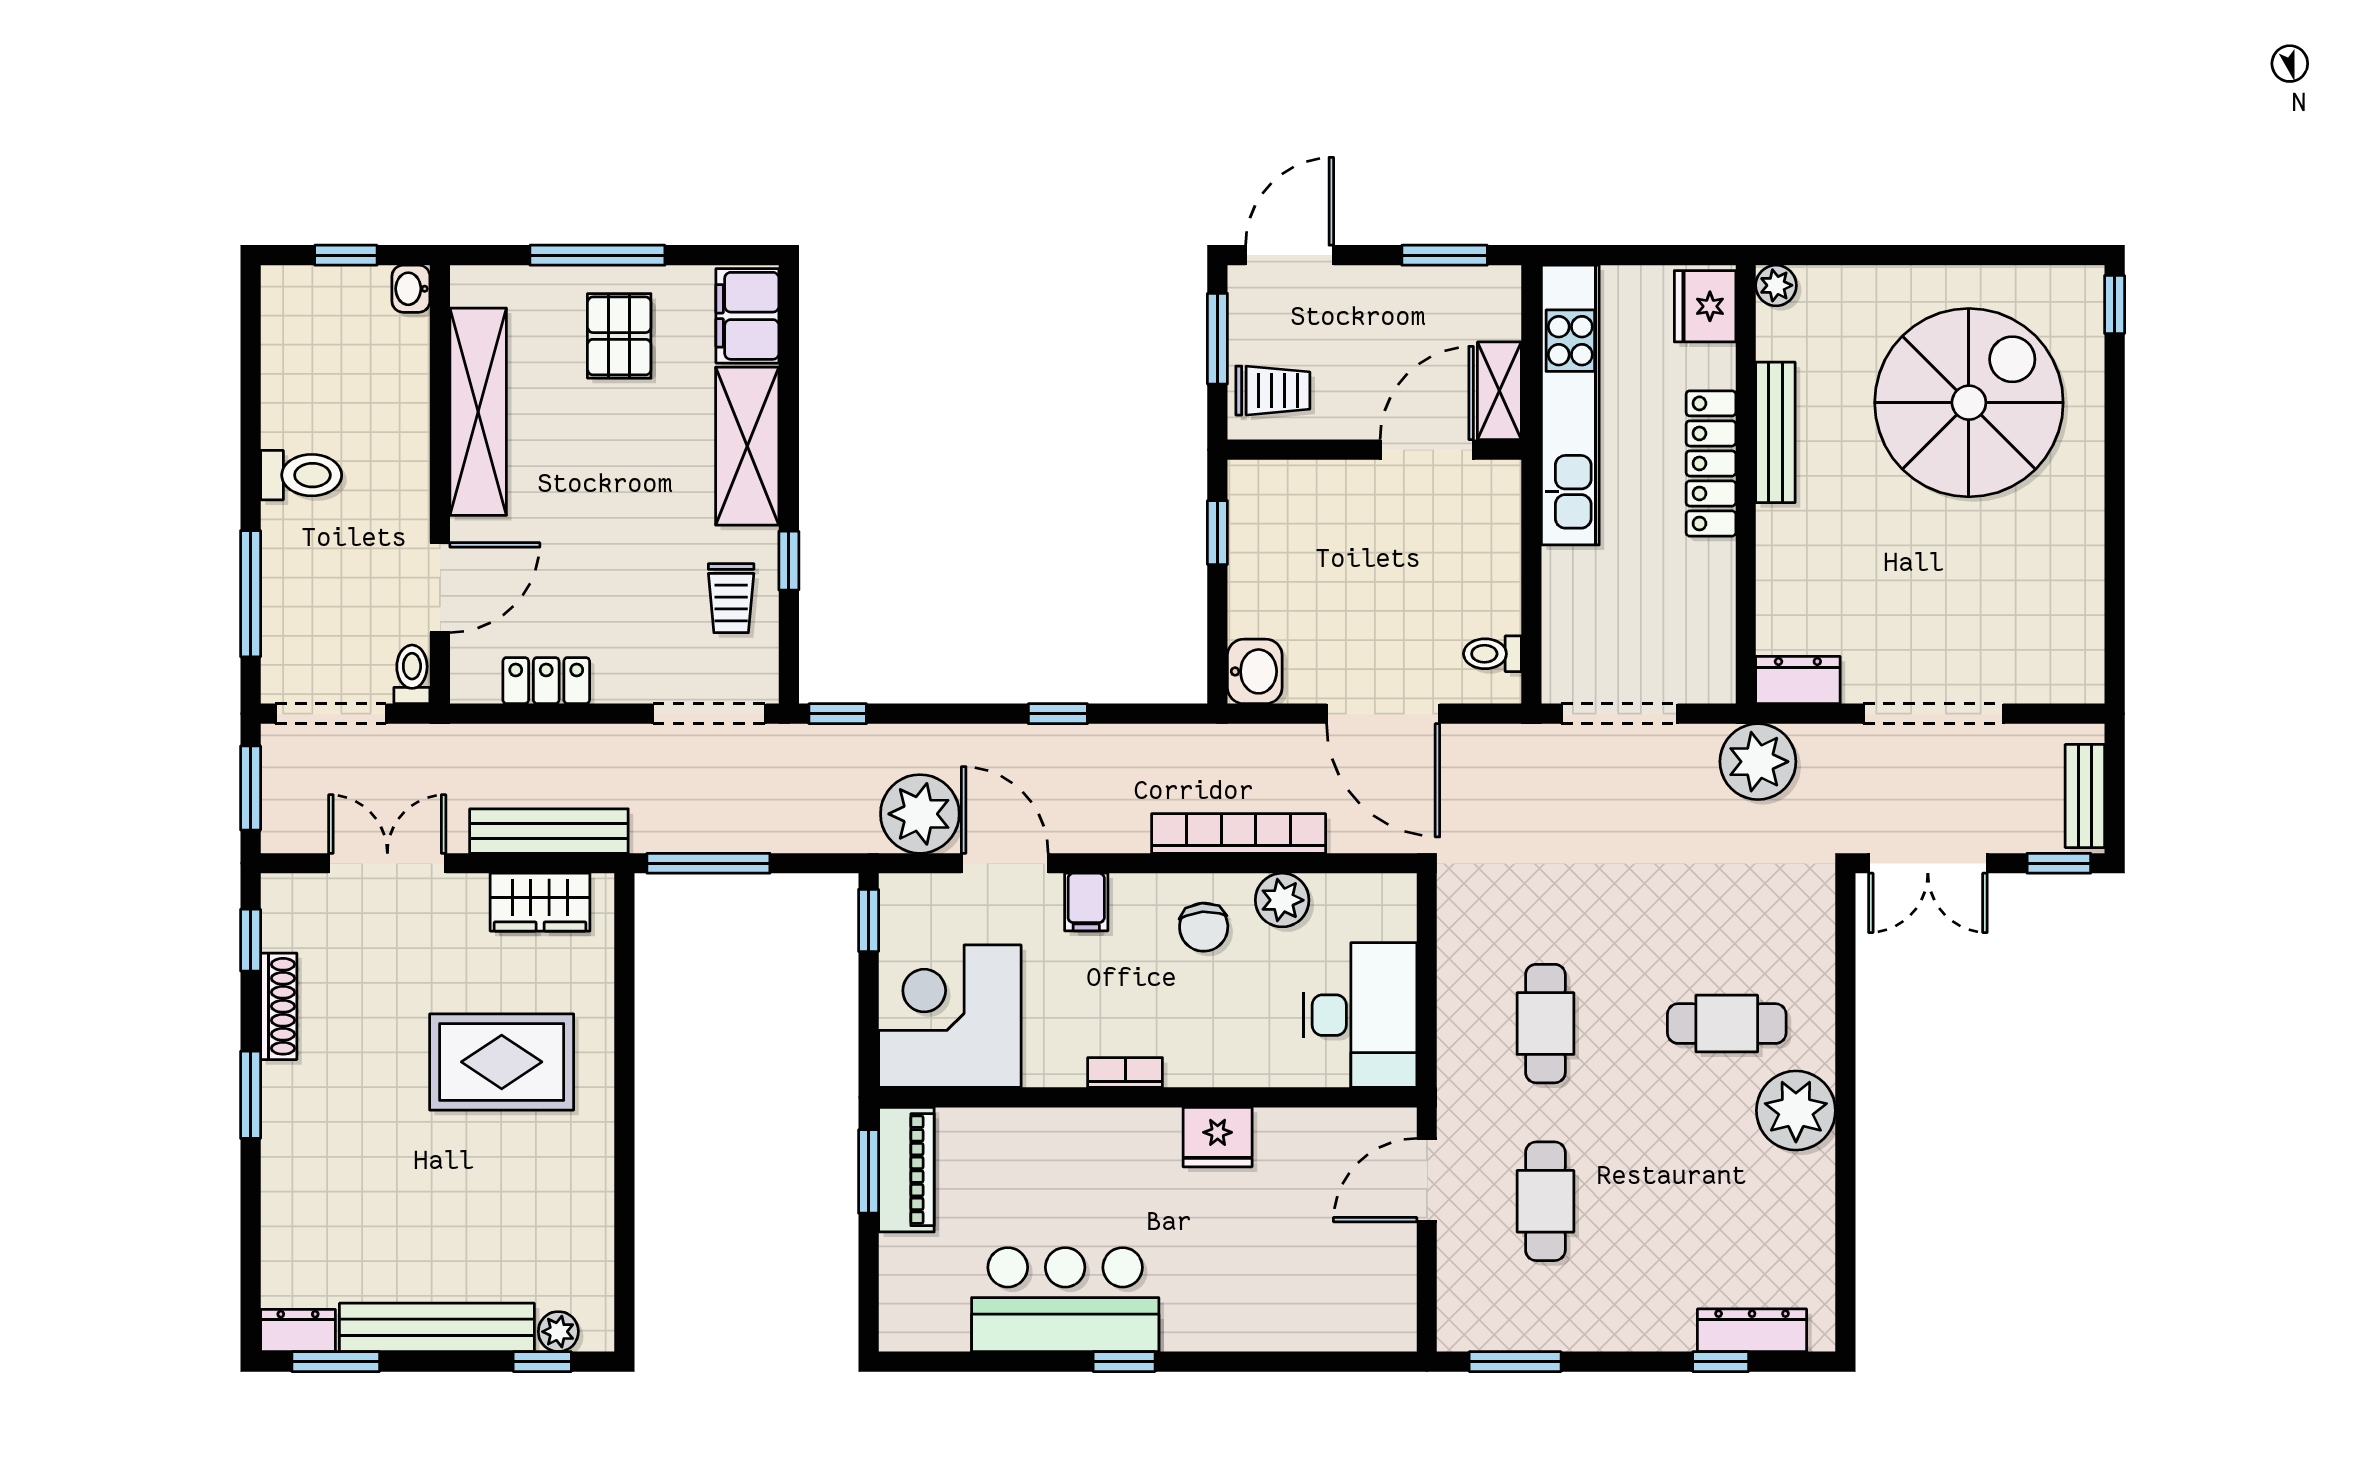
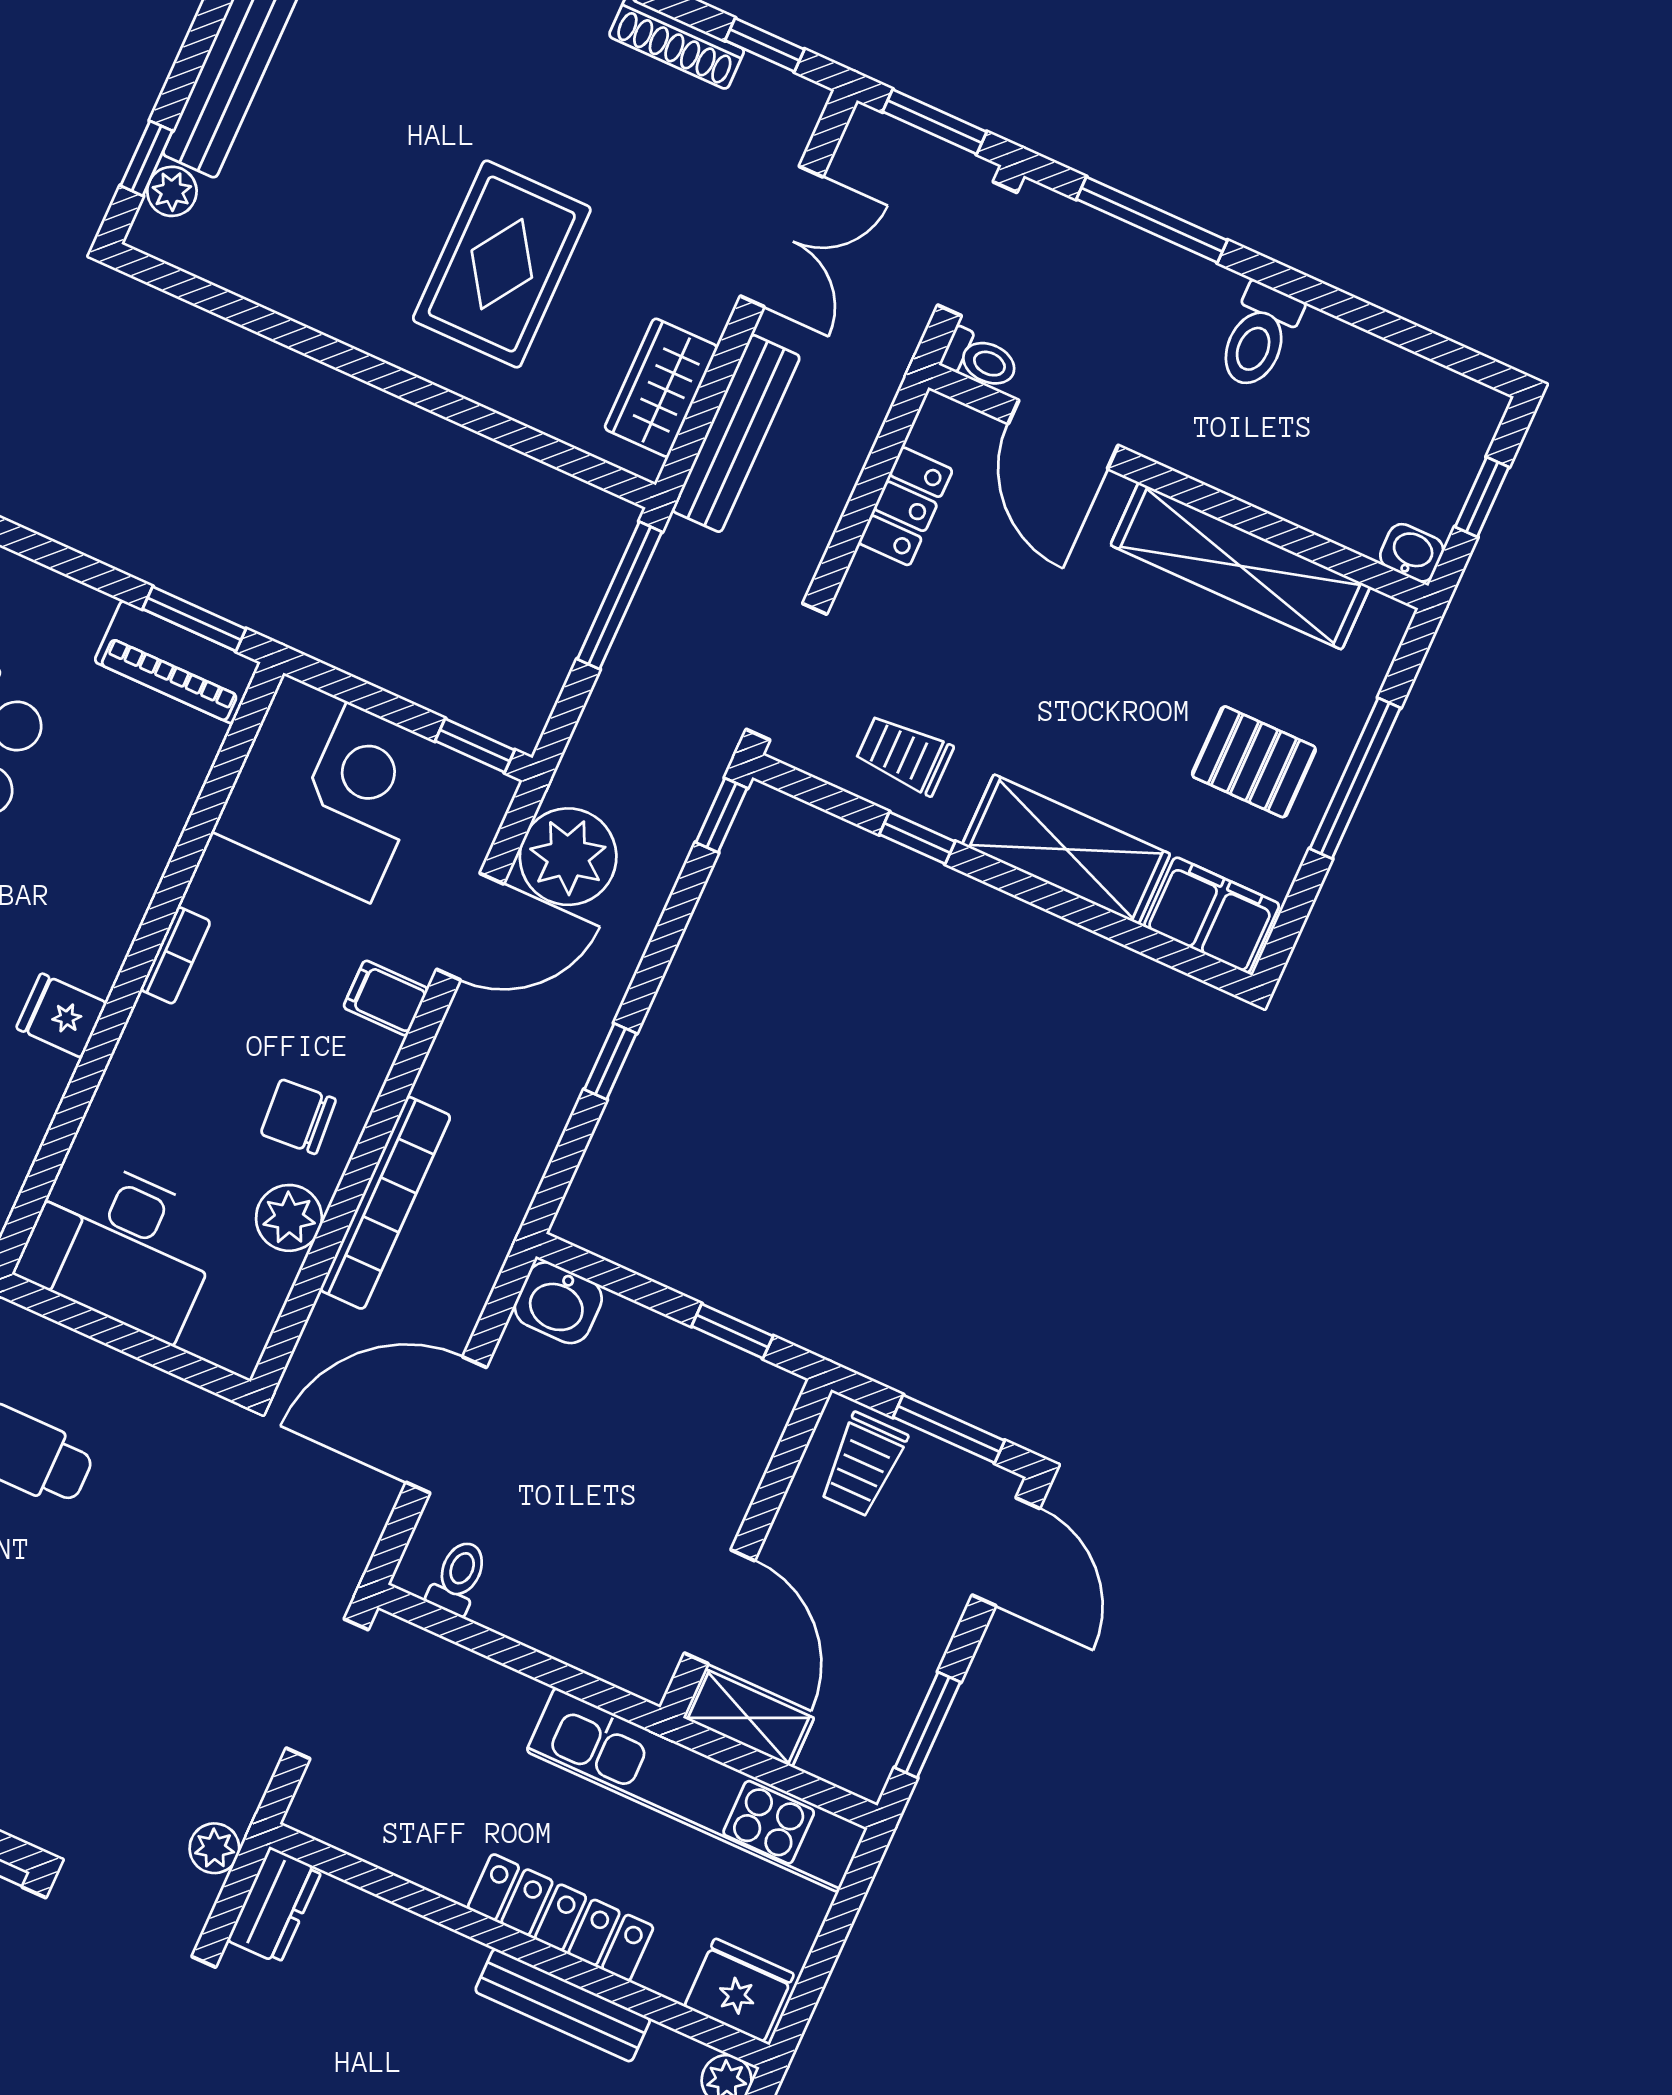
plant: (1758, 762) -> (214, 1848), width x0.53, depth x0.53
fridge: (1218, 1137) -> (61, 1016), width x0.72

